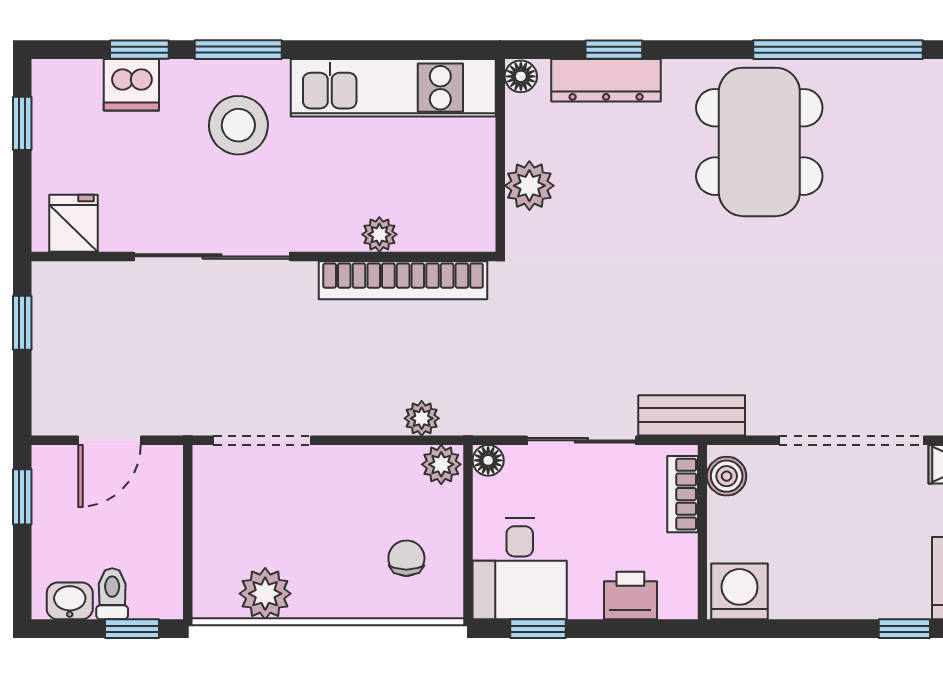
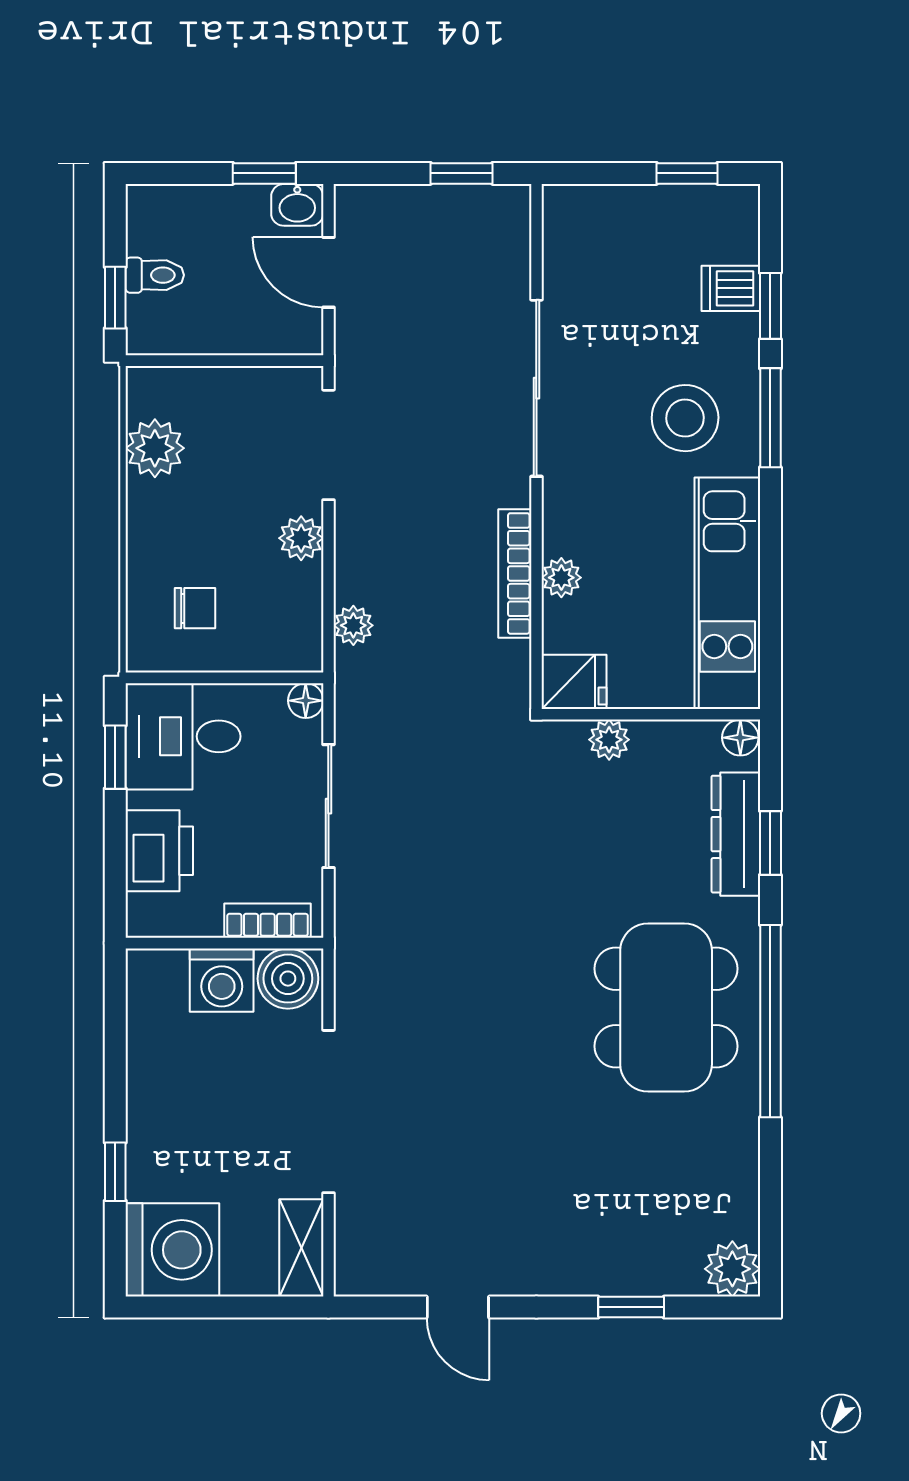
window: (838, 50) -> (770, 1021), moved
dishwasher: (131, 85) -> (731, 288), width x0.73
dining table: (759, 142) -> (666, 1007), turned 90
plant: (529, 186) -> (609, 740), width x0.73, depth x0.73
fridge: (74, 223) -> (574, 682), moved
bookcase: (403, 280) -> (515, 573), width x0.68, depth x0.76
bench: (692, 415) -> (357, 931), removed
plant: (441, 464) -> (301, 538), moved
boiler: (727, 476) -> (288, 979), width x1.36, depth x1.36
washing machine: (740, 591) -> (222, 980), moved, turned 90
printer: (630, 596) -> (159, 851), width x1.36, depth x1.24
washbasin: (70, 601) -> (297, 205), moved, turned 90

